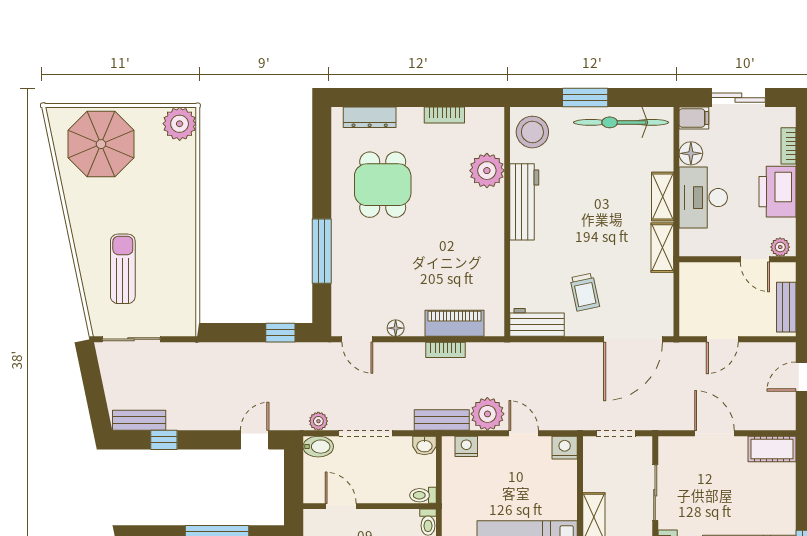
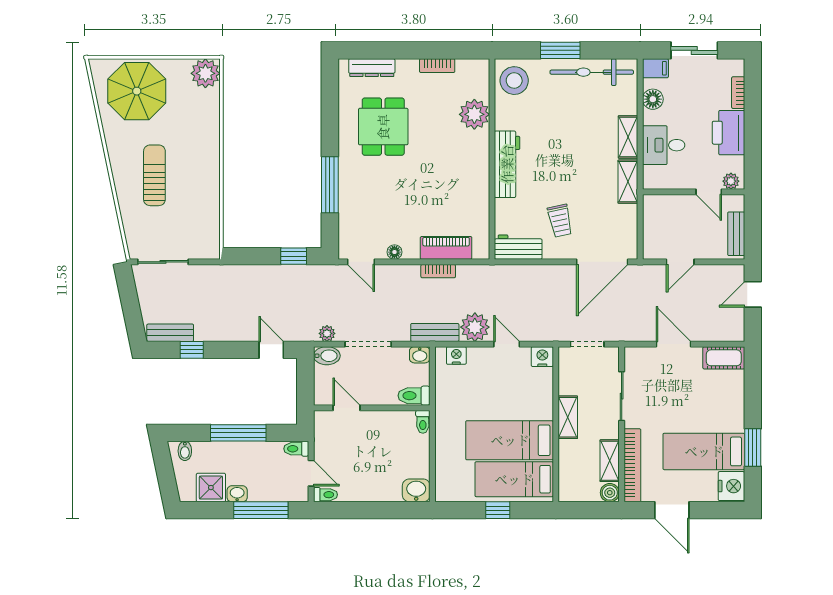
desk: (703, 198) -> (664, 145), width x0.73
workbench: (524, 202) -> (507, 164), moved
sun lounger: (123, 269) -> (154, 175), moved
door: (255, 440) -> (271, 350), hinge flipped
toilet: (423, 495) -> (414, 396), width x1.37, depth x1.39

